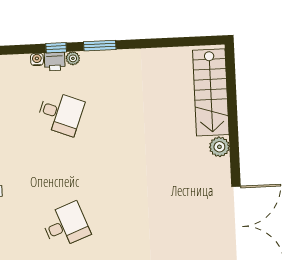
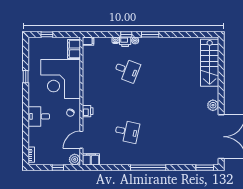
plant: (219, 147) -> (213, 105), moved
desk: (66, 225) -> (127, 132), turned 33

